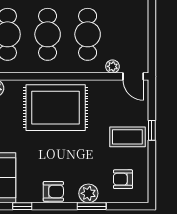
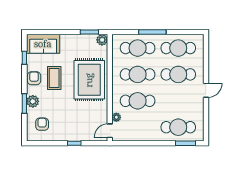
coffee table: (127, 137) -> (54, 78), moved
armchair: (53, 191) -> (34, 78), turned 180

